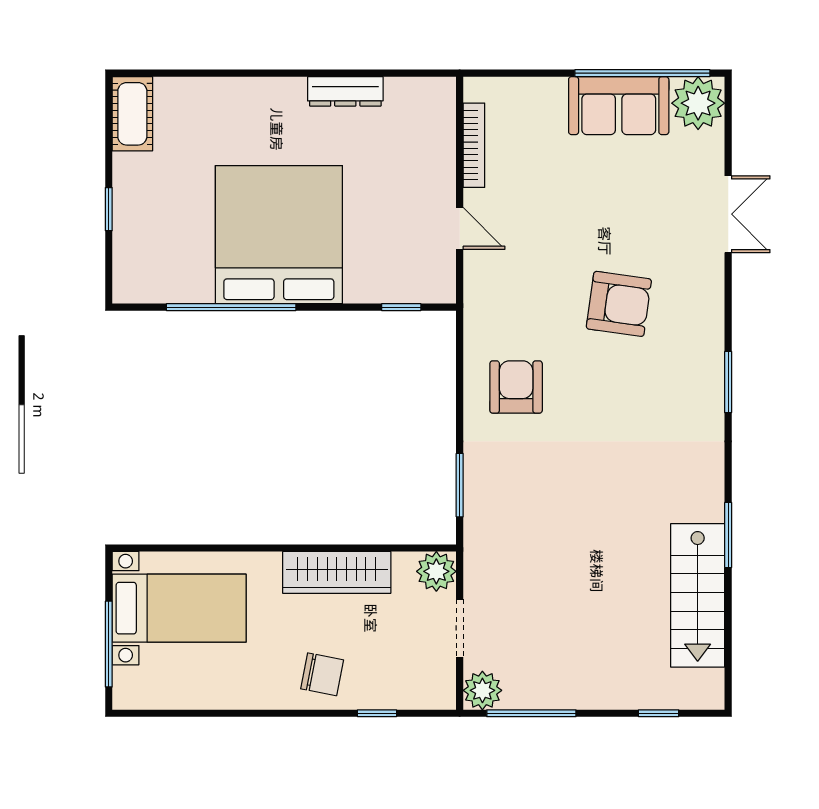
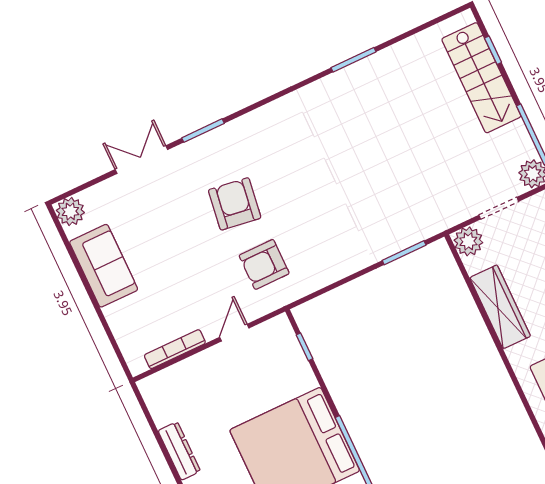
window: (642, 73) -> (75, 260), removed
plant: (698, 103) -> (70, 211), width x0.73, depth x0.73
window: (728, 382) -> (203, 131), moved
armchair: (516, 387) -> (264, 264), moved
stairs: (698, 595) -> (481, 78), moved, turned 90

